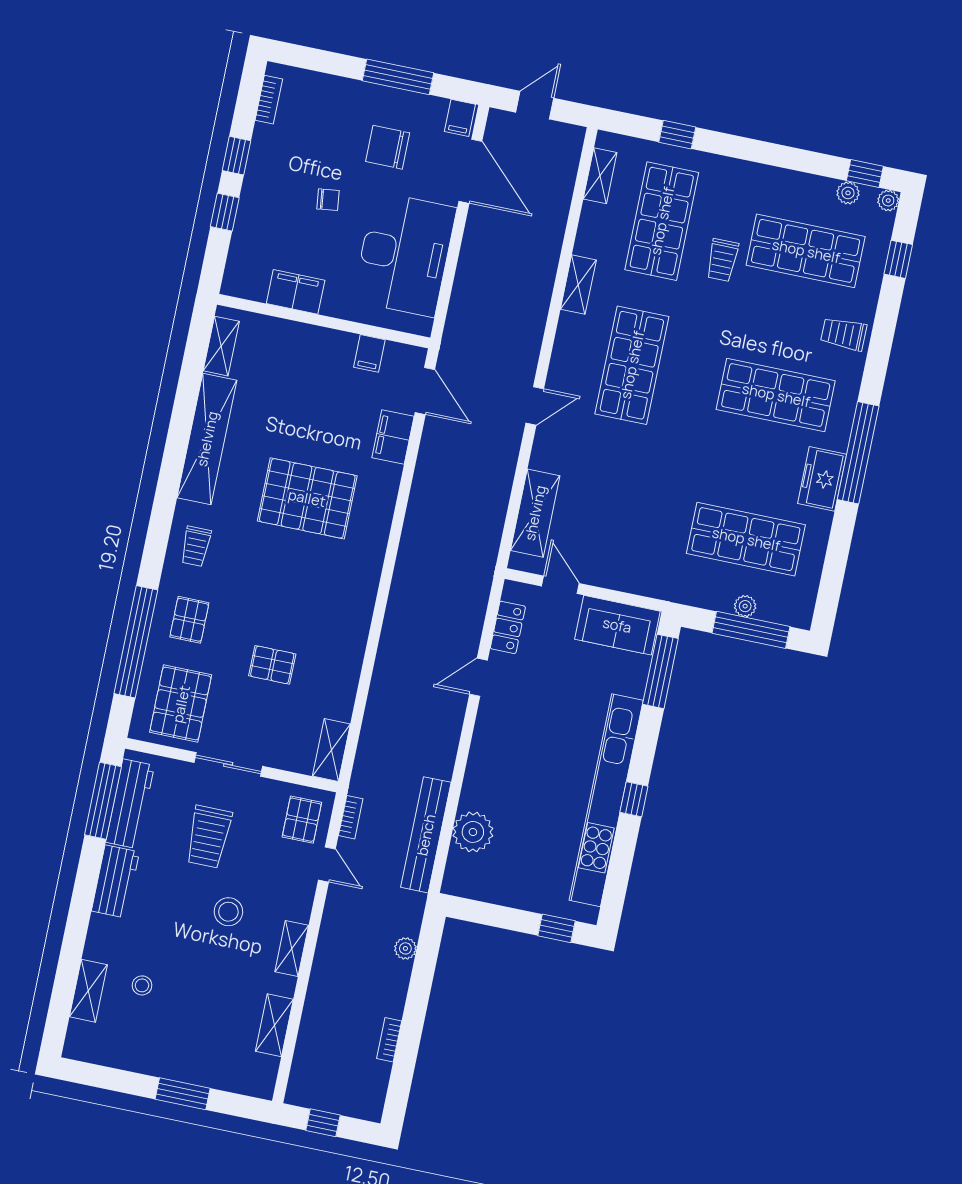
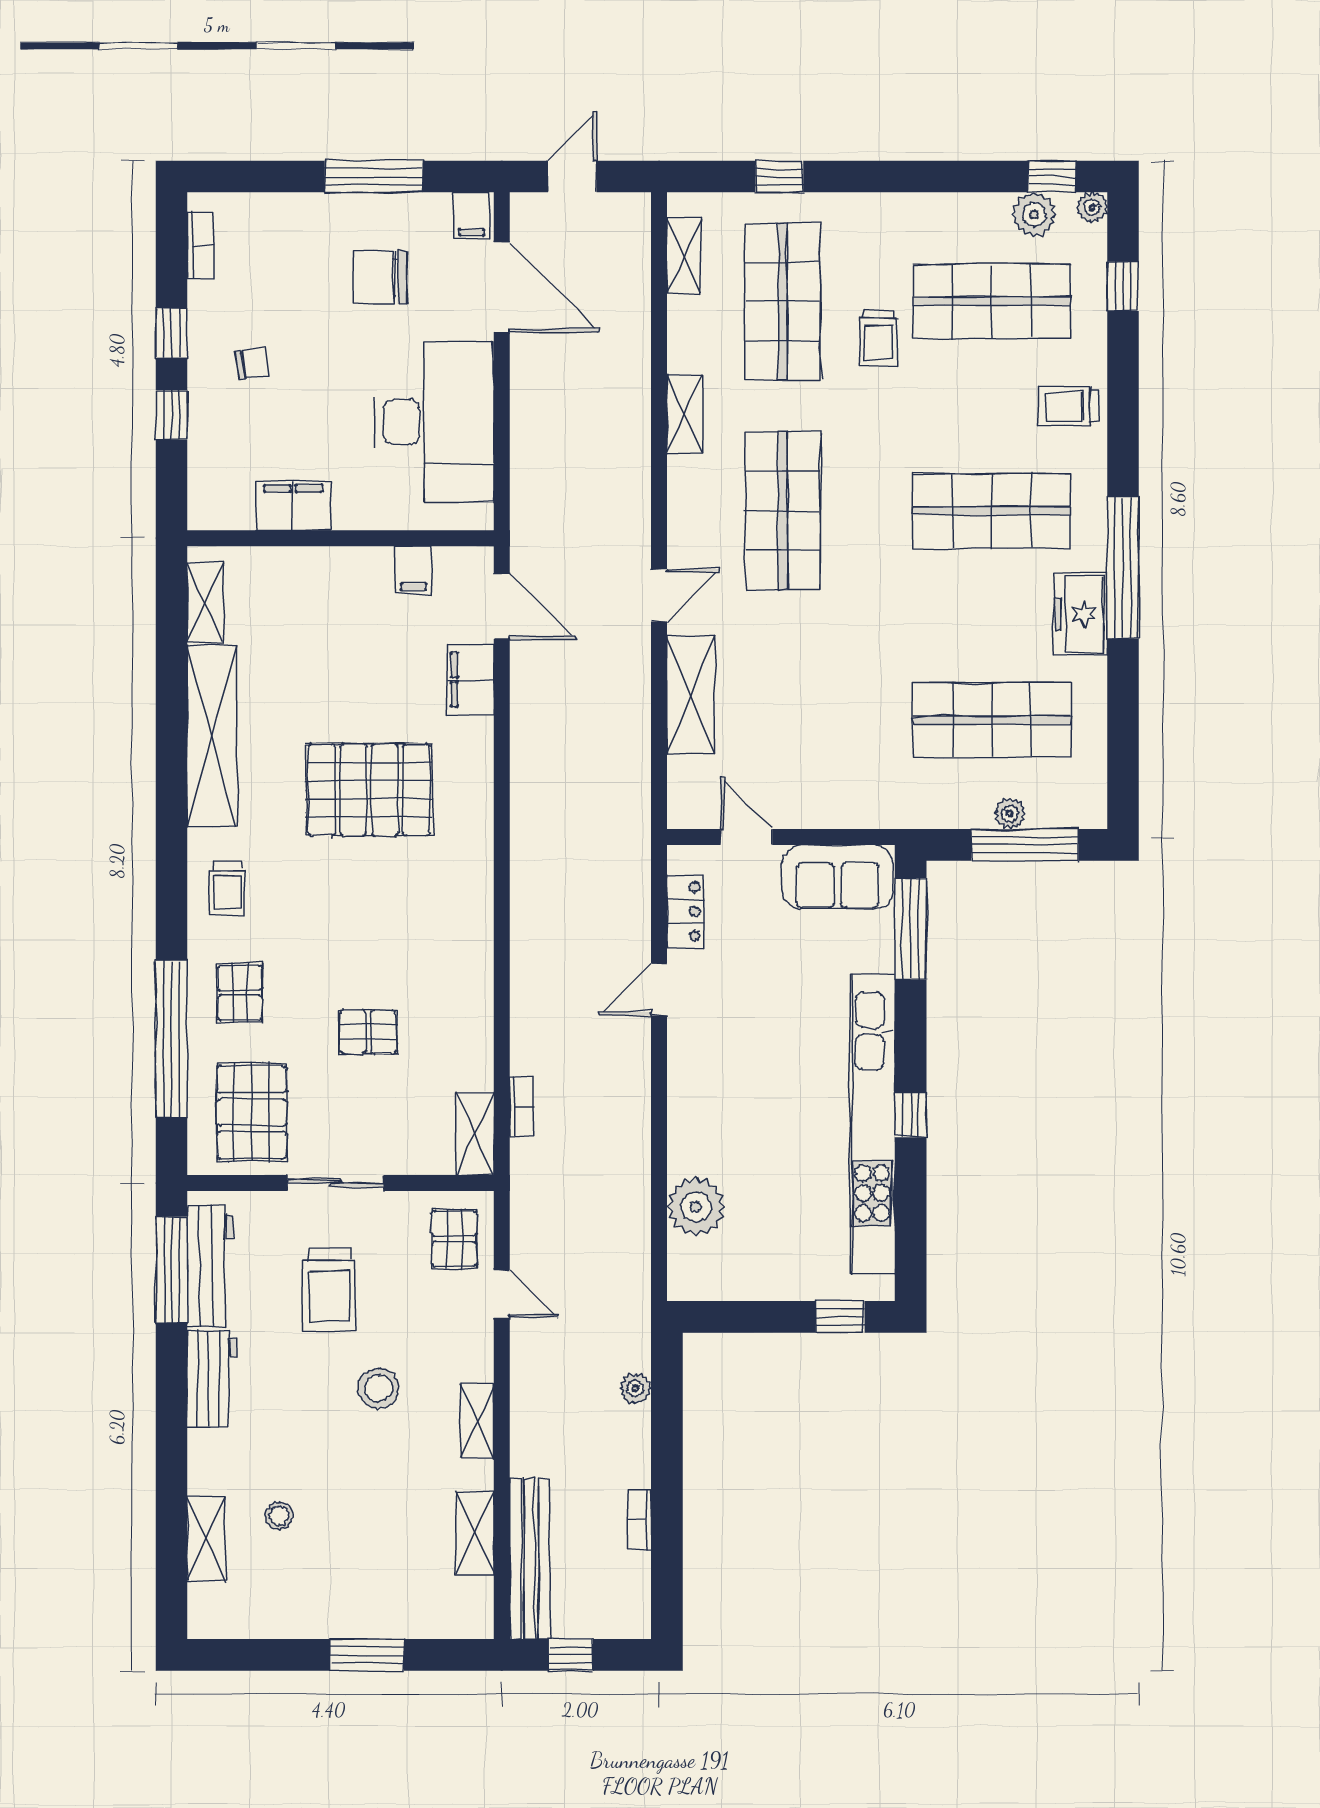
plant: (848, 193) -> (1034, 214), width x1.38, depth x1.38
chair: (328, 200) -> (252, 363), moved
shelving: (535, 513) -> (691, 695), moved
bookcase: (351, 817) -> (521, 1107), moved
bench: (426, 835) -> (530, 1559), moved

